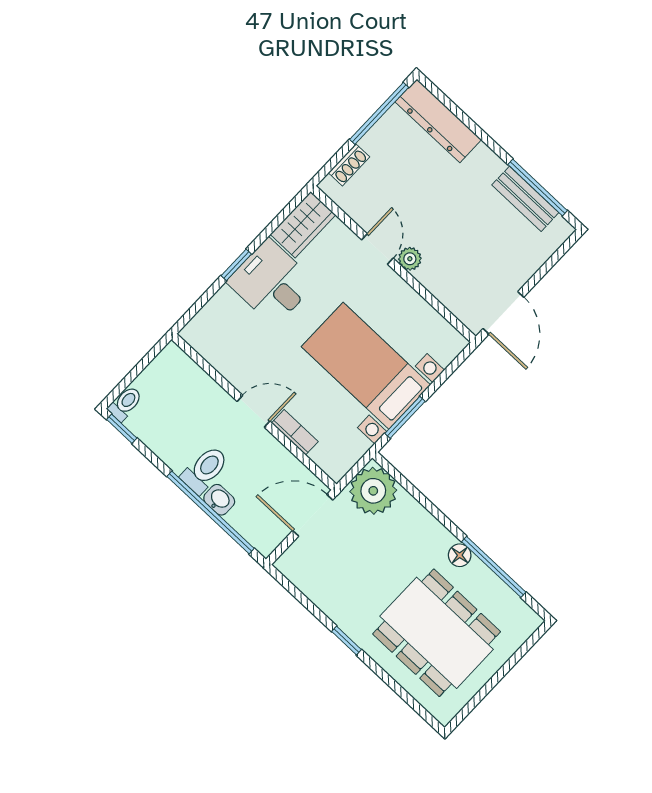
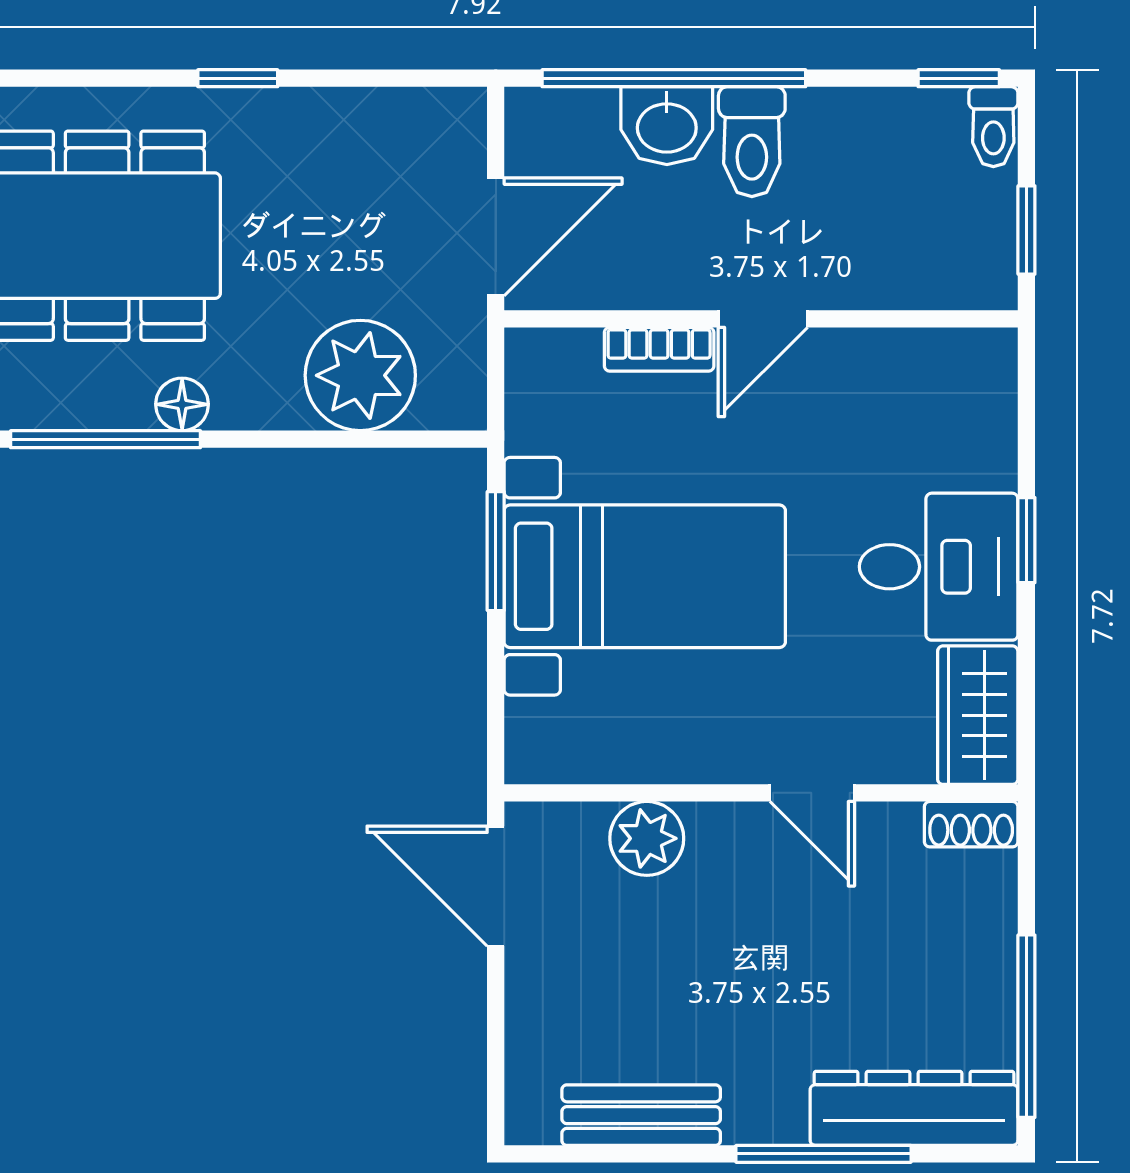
shoe rack: (349, 165) -> (971, 824), moved, turned -90
window: (538, 188) -> (824, 1154), moved
plant: (410, 259) -> (647, 838), moved, width x1.38, depth x1.38
window: (145, 362) -> (1026, 230), added
plant: (373, 491) -> (360, 375), moved
washbasin: (219, 500) -> (667, 126), width x1.38, depth x1.45

